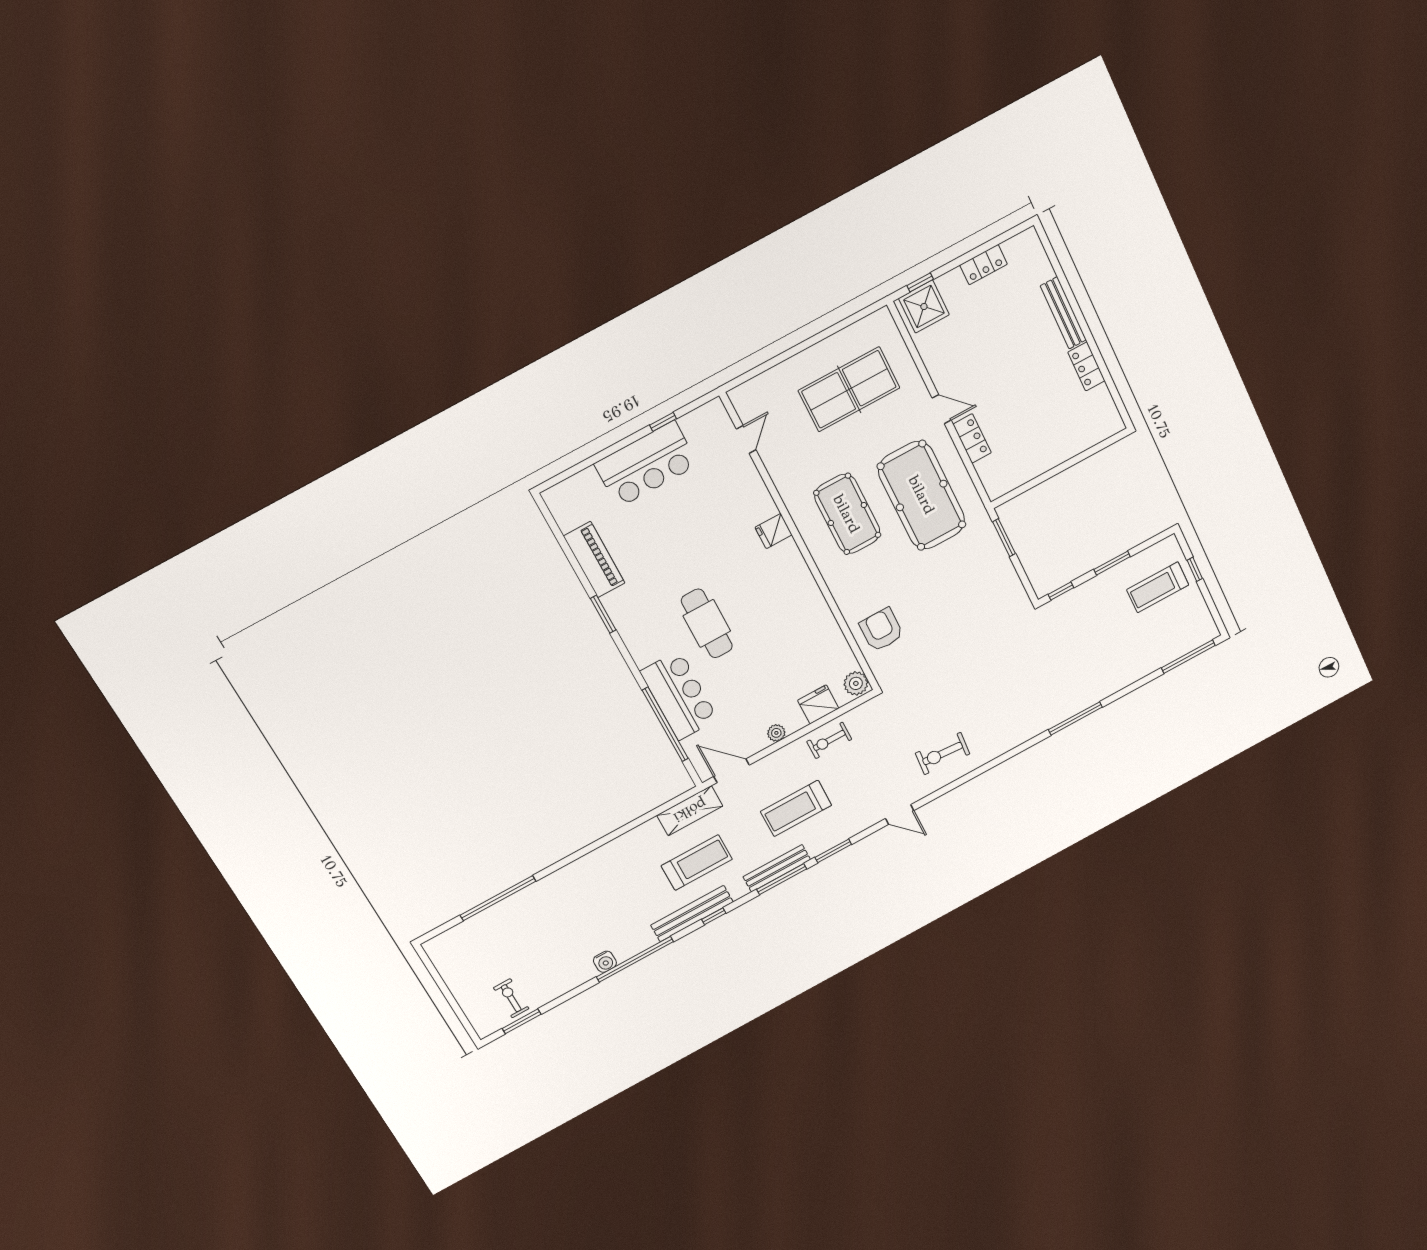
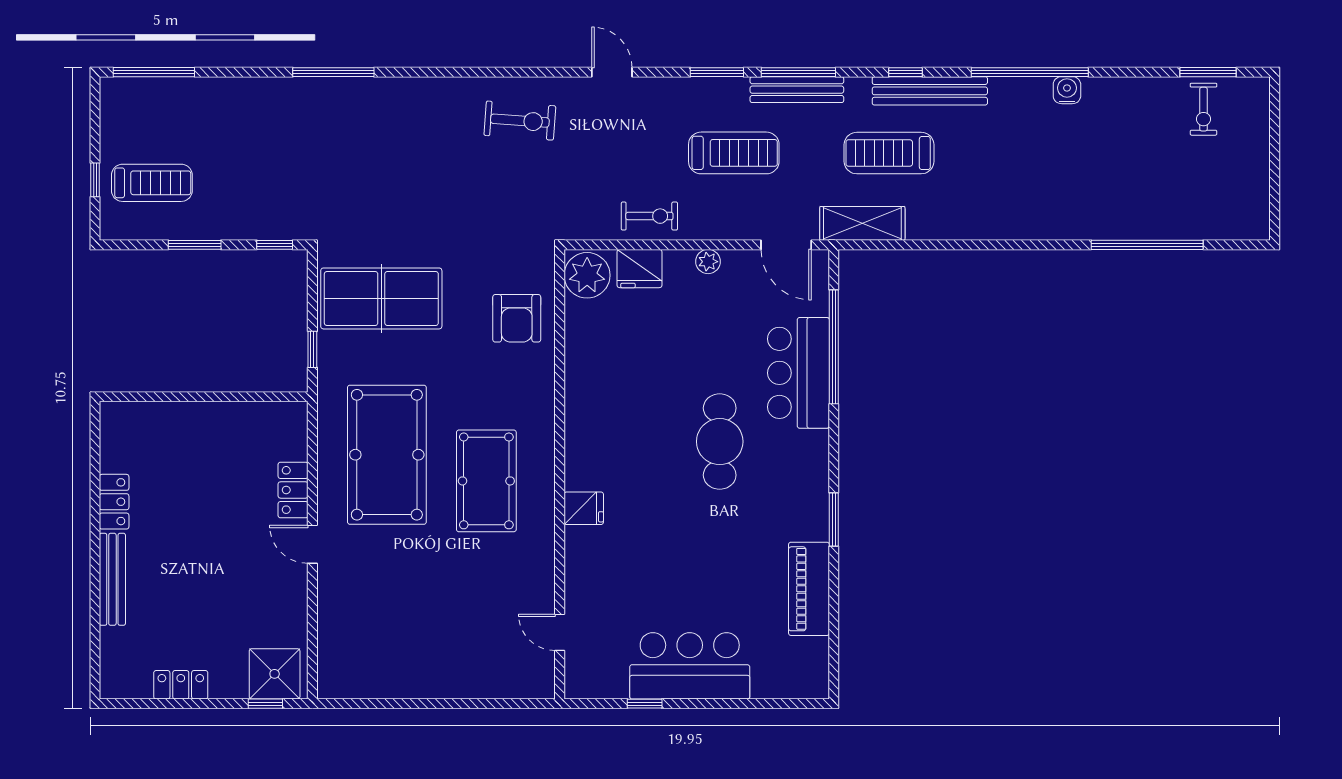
table tennis table: (849, 389) -> (381, 298), moved
door: (746, 439) -> (560, 632), hinge flipped
window: (1004, 538) -> (312, 349), width x0.67
plant: (856, 683) -> (587, 275), width x1.36, depth x1.36

